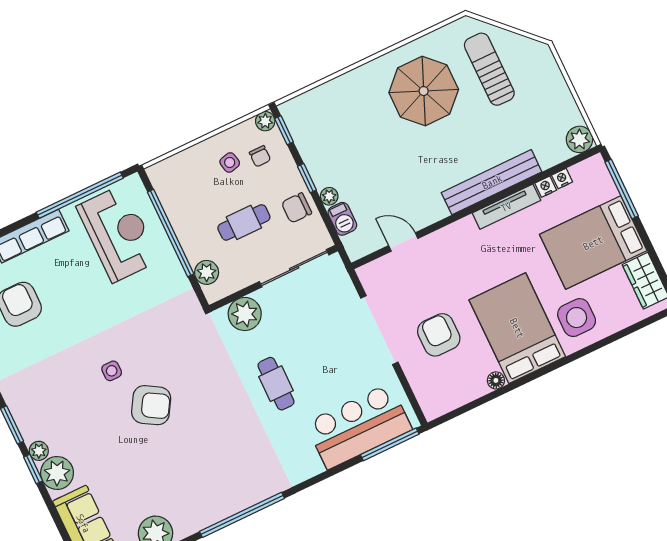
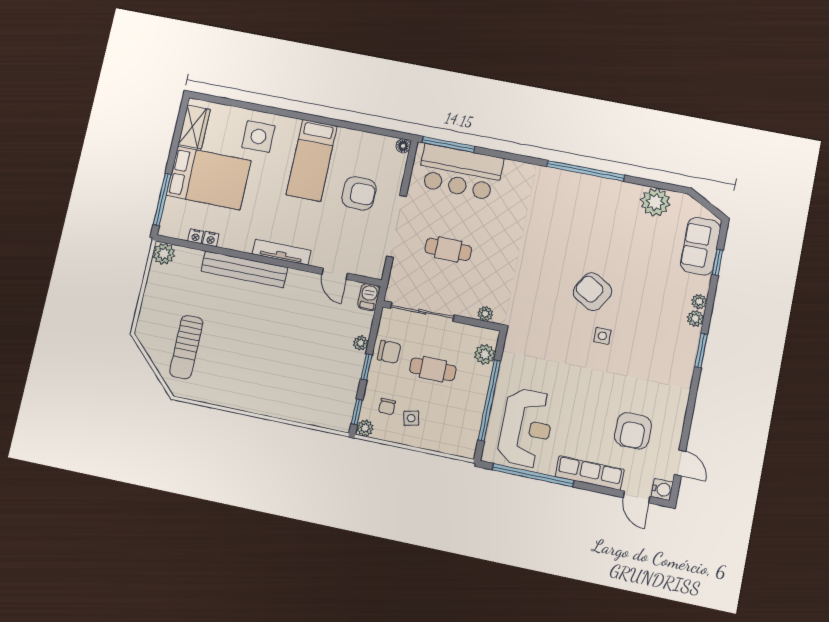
parasol: (424, 91) -> (242, 366), removed
chair: (260, 156) -> (387, 407), turned 180
tv unit: (506, 207) -> (282, 252), moved
barbecue: (342, 219) -> (369, 297), moved
reception desk: (118, 233) -> (526, 428), turned 180
plant: (245, 314) -> (485, 314), width x0.53, depth x0.53
bed: (517, 328) -> (312, 160), width x0.67
armchair: (439, 335) -> (359, 193), turned -90
floor lamp: (496, 380) -> (403, 146), moved
cafe table: (276, 384) -> (448, 249), moved, turned 90
window: (33, 469) -> (718, 262), moved
plant: (57, 473) -> (699, 302), width x0.53, depth x0.53

